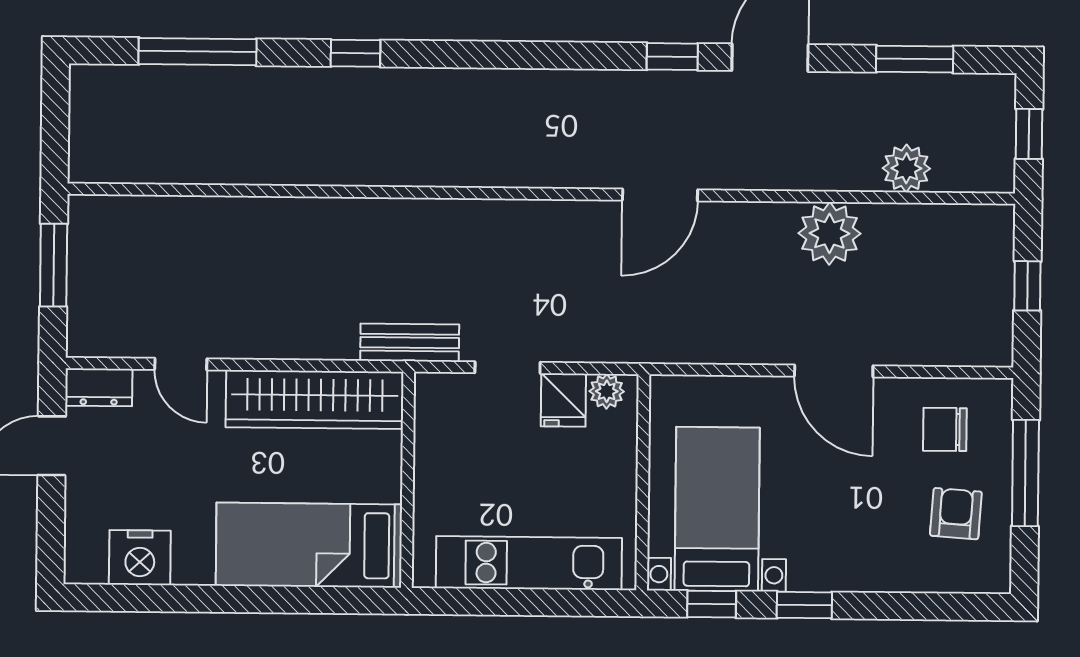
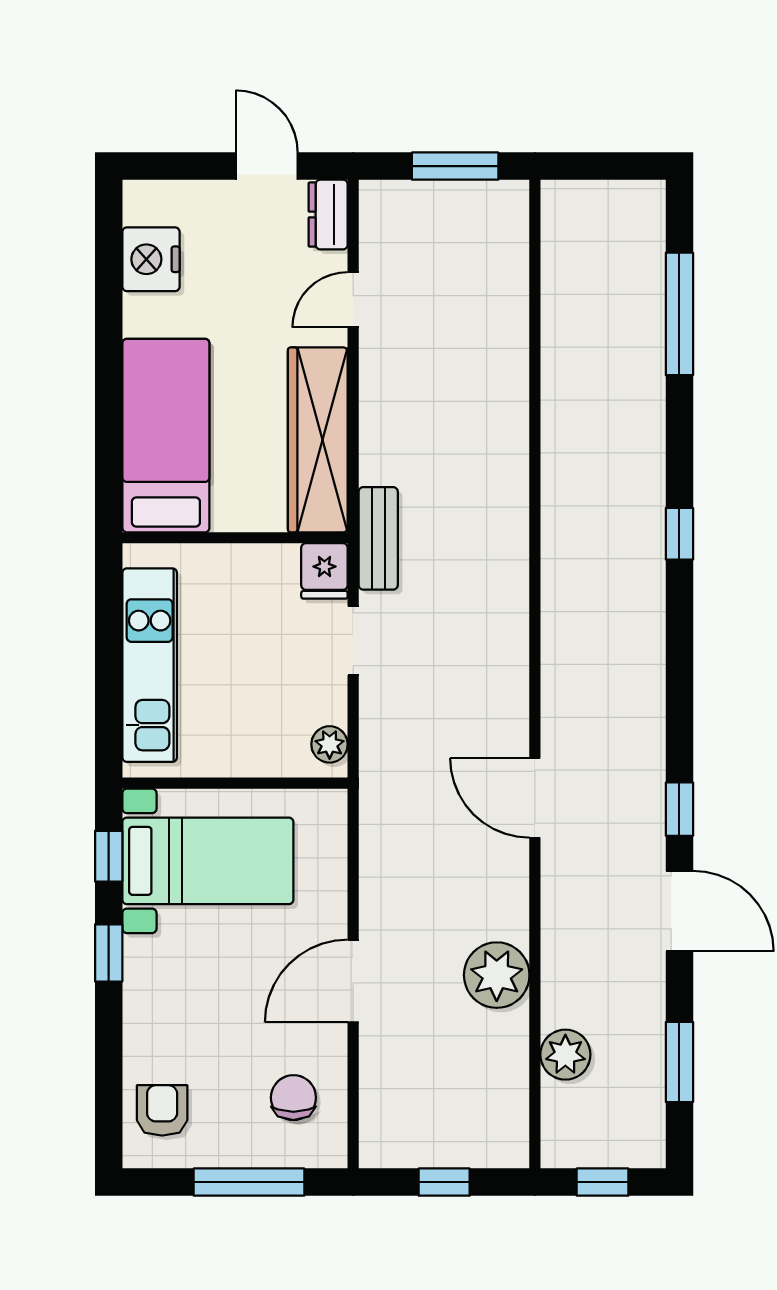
window: (356, 53) -> (679, 534), moved
fridge: (563, 400) -> (324, 571), moved, turned -90
armchair: (956, 514) -> (162, 1110), moved, turned -94

